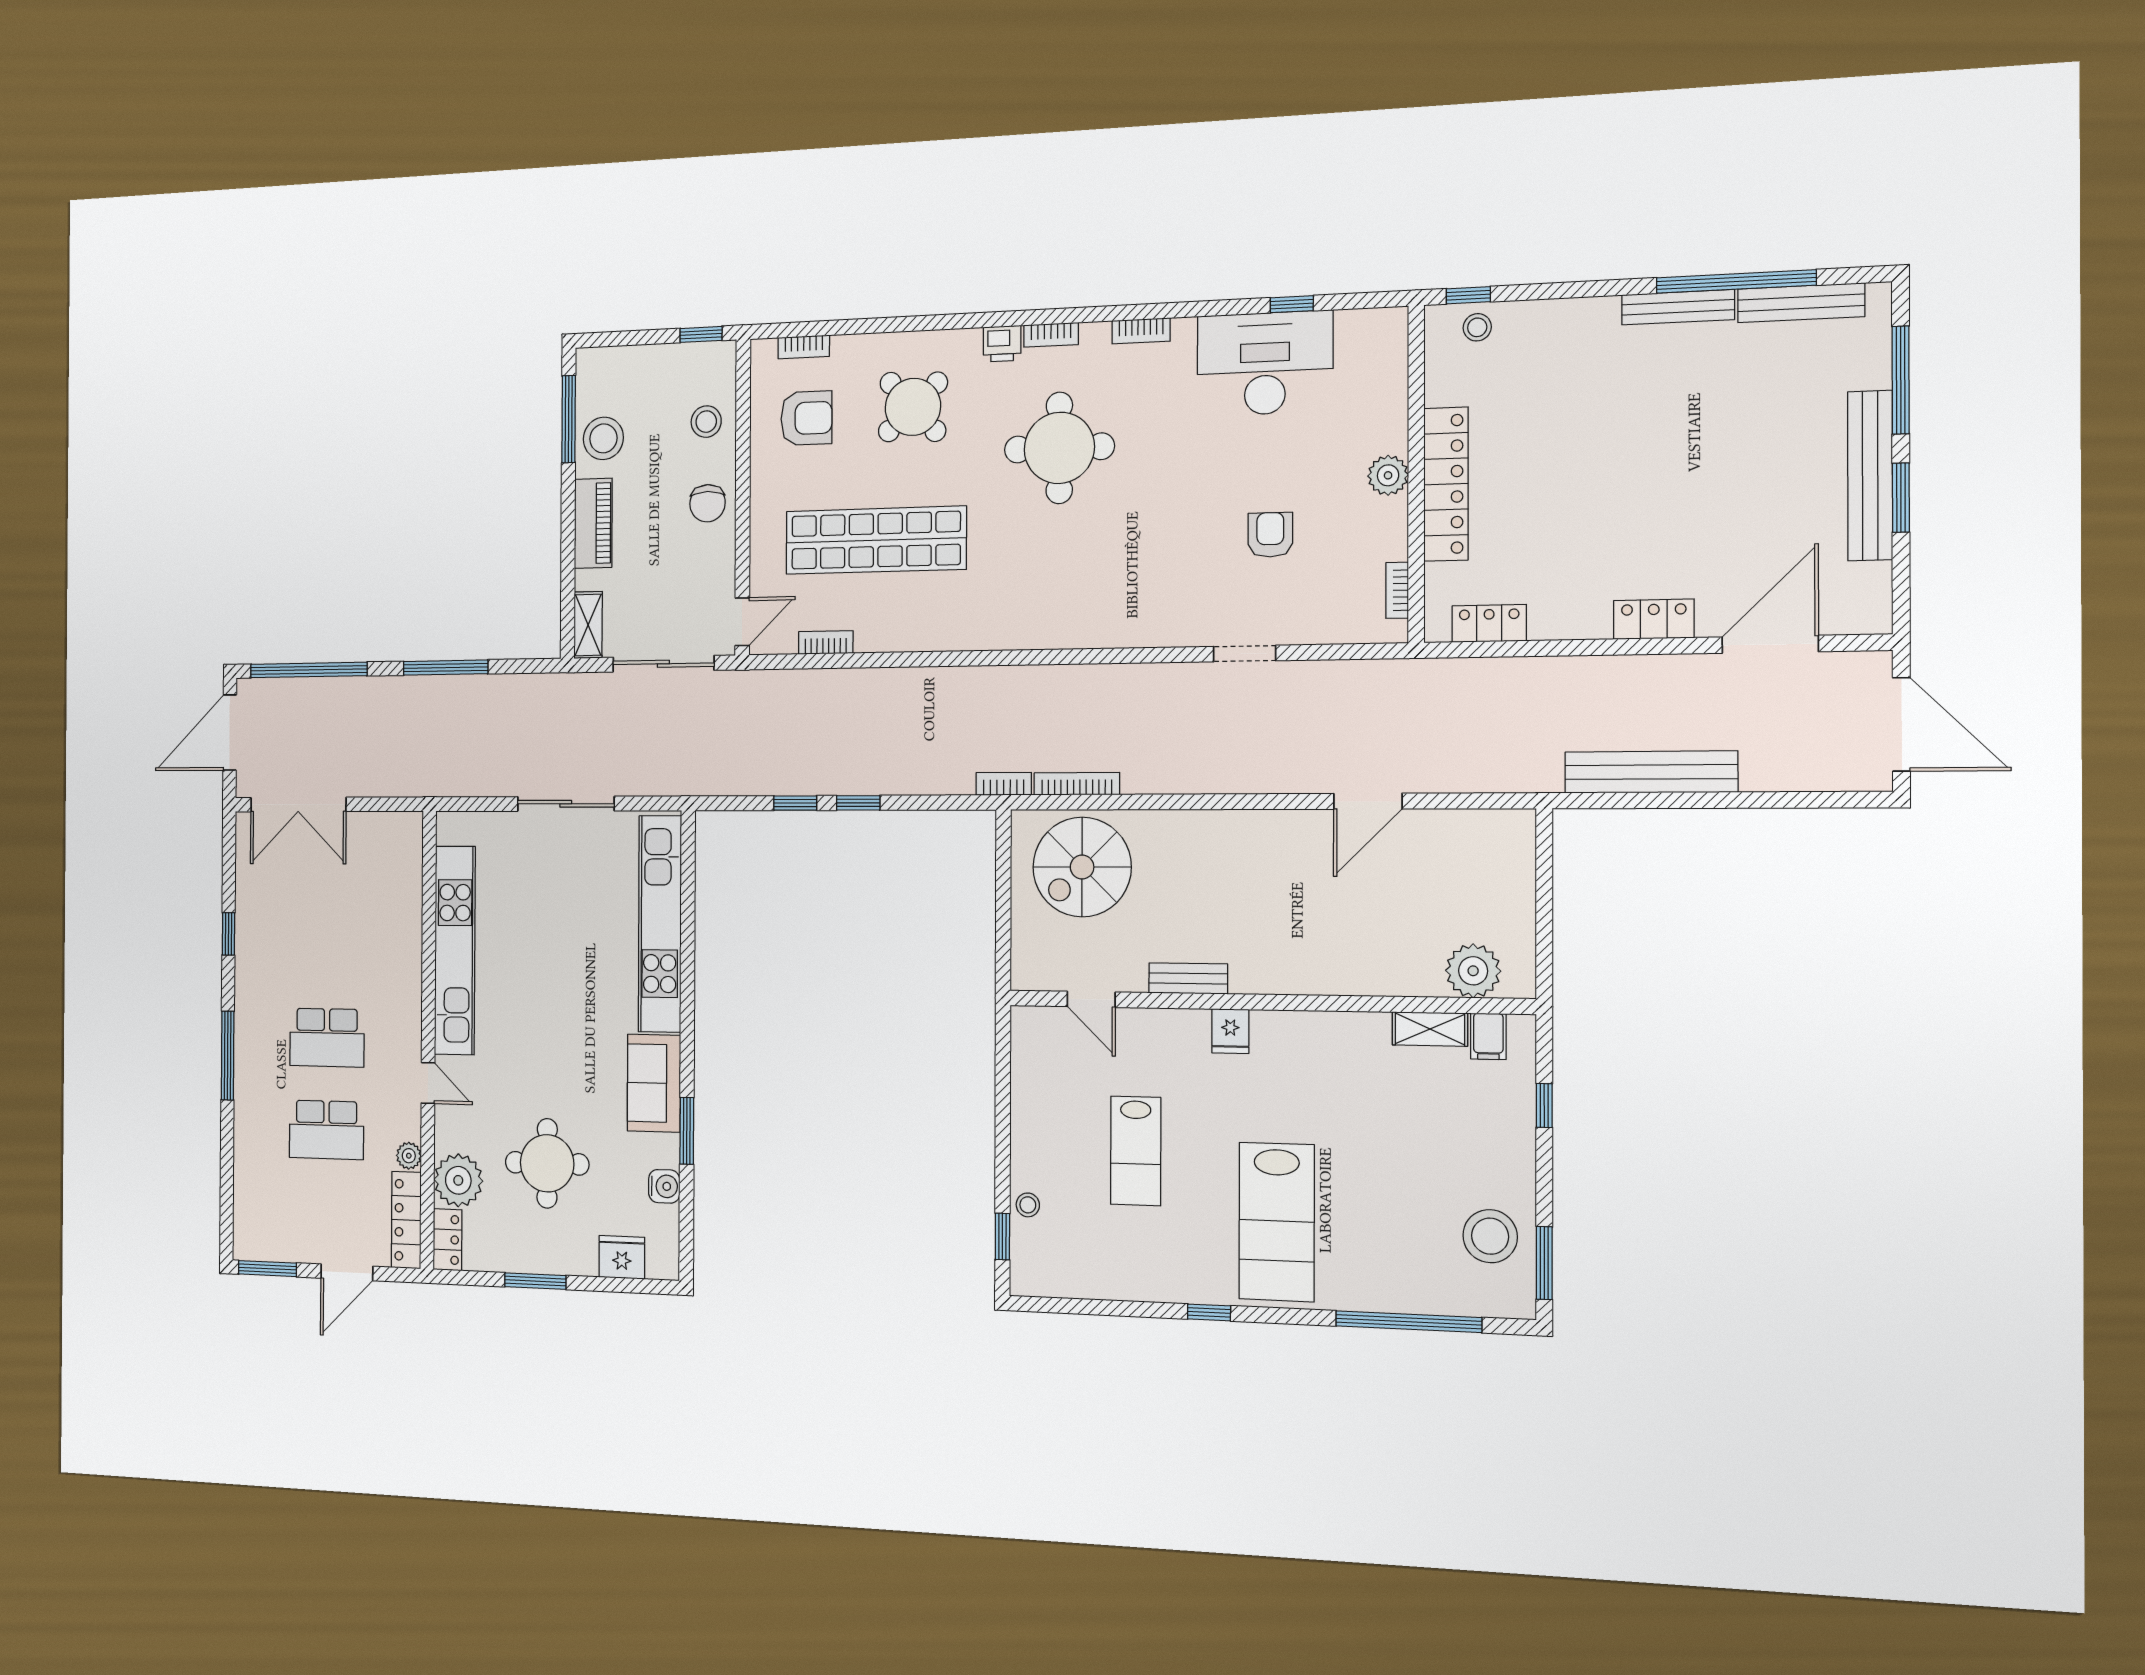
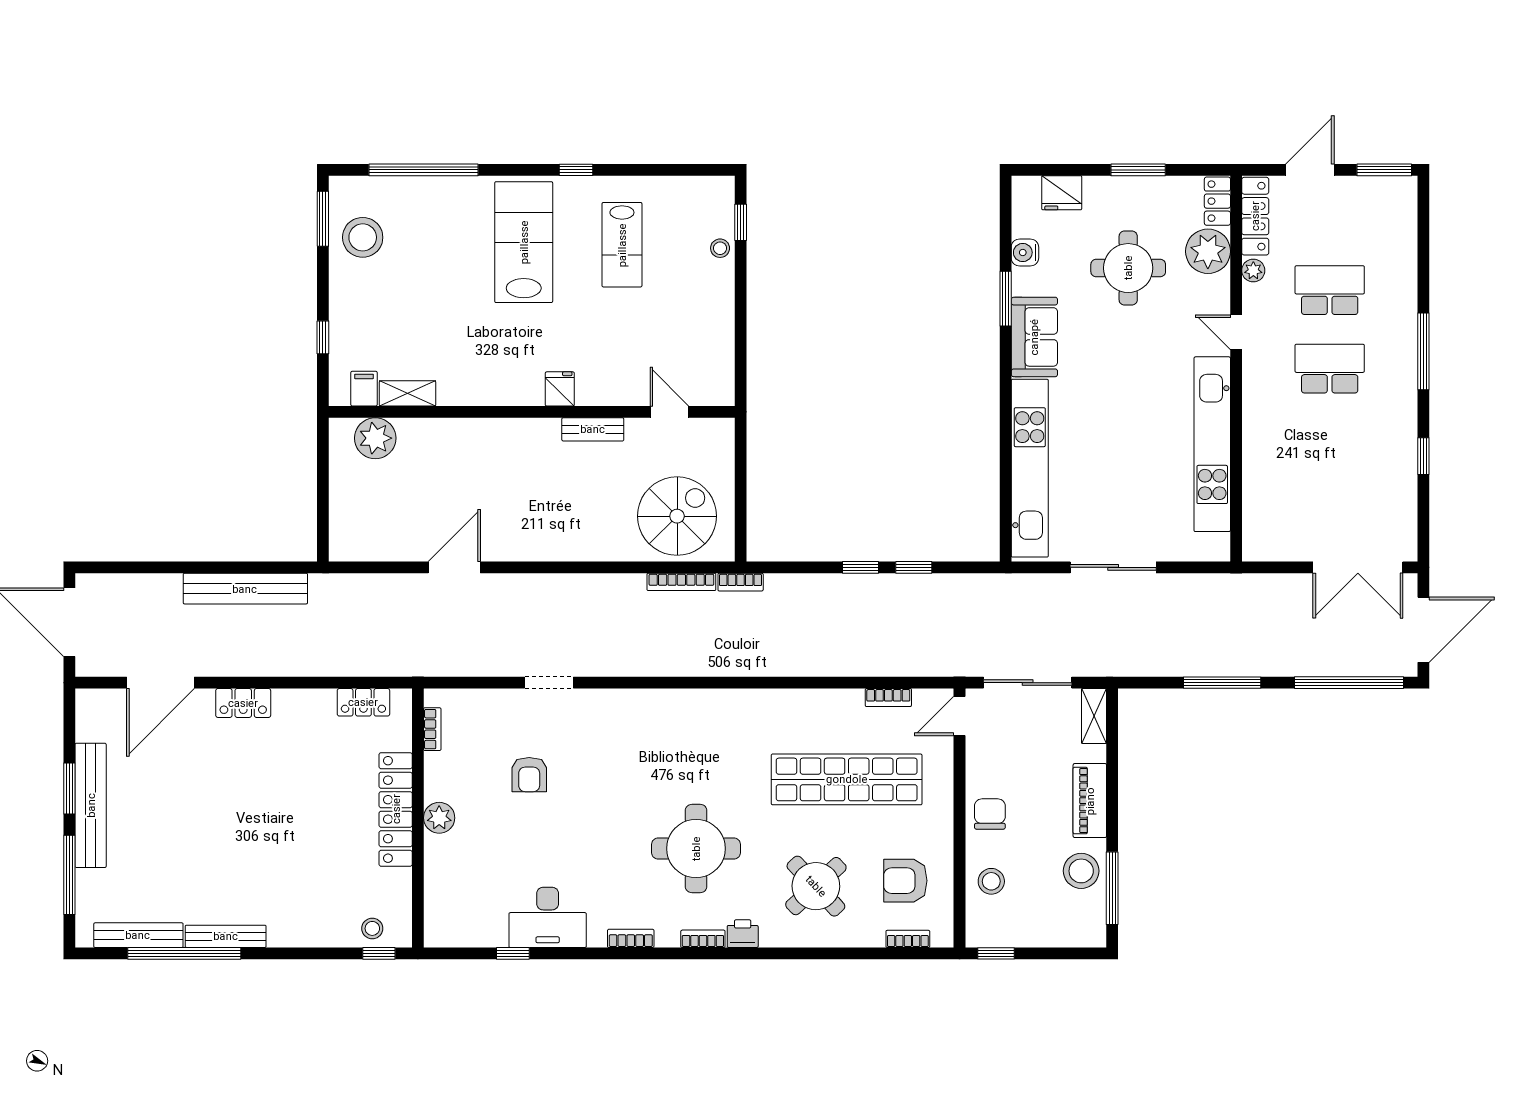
desk: (1265, 363) -> (548, 917), width x0.73, depth x0.77
double door: (298, 805) -> (1358, 567), swing flipped
lab bench: (1136, 1151) -> (622, 245), moved, turned 180

